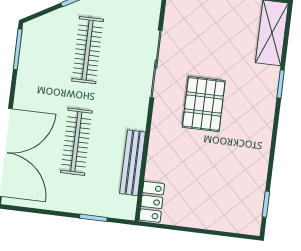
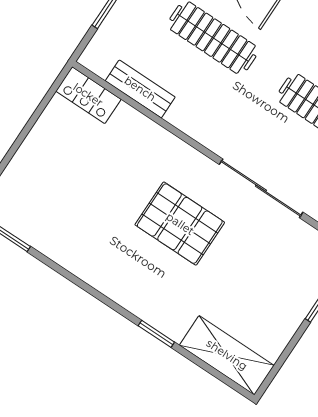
bench: (133, 163) -> (140, 89), width x0.73

